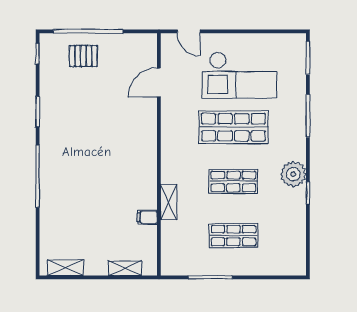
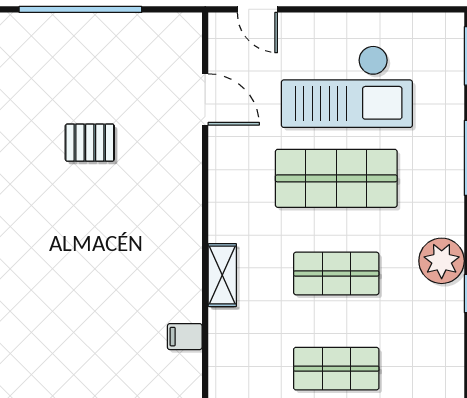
pallet: (83, 56) -> (90, 143), moved
door: (159, 82) -> (205, 99), swing flipped
shelving: (169, 202) -> (222, 275), moved

